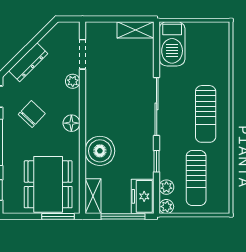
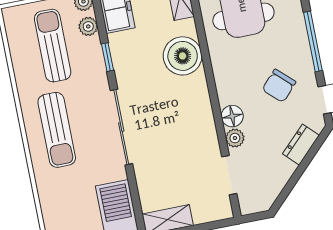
dresser: (28, 62) -> (301, 145), width x0.70
sun lounger: (206, 114) -> (57, 130), turned 180
floor lamp: (71, 123) -> (232, 116), moved

